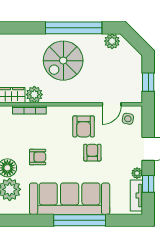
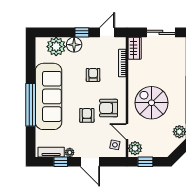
spiral stairs: (63, 61) -> (152, 103), moved
plant: (34, 95) -> (135, 148), moved
armchair: (92, 153) -> (87, 115), turned -90
armchair: (38, 157) -> (93, 75), moved, turned 180

